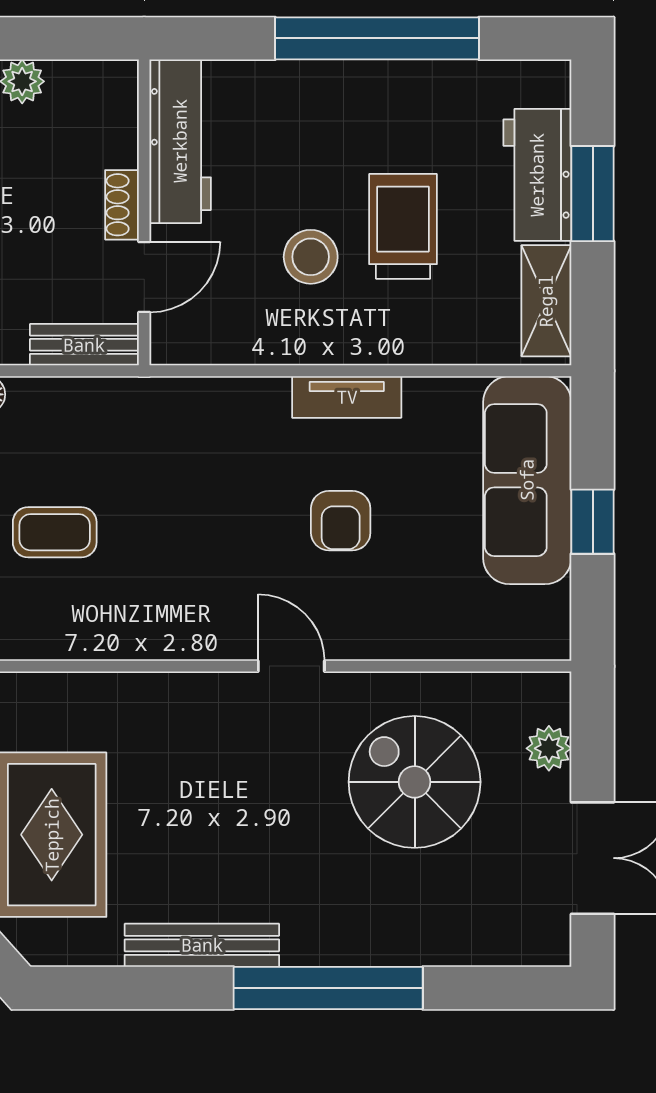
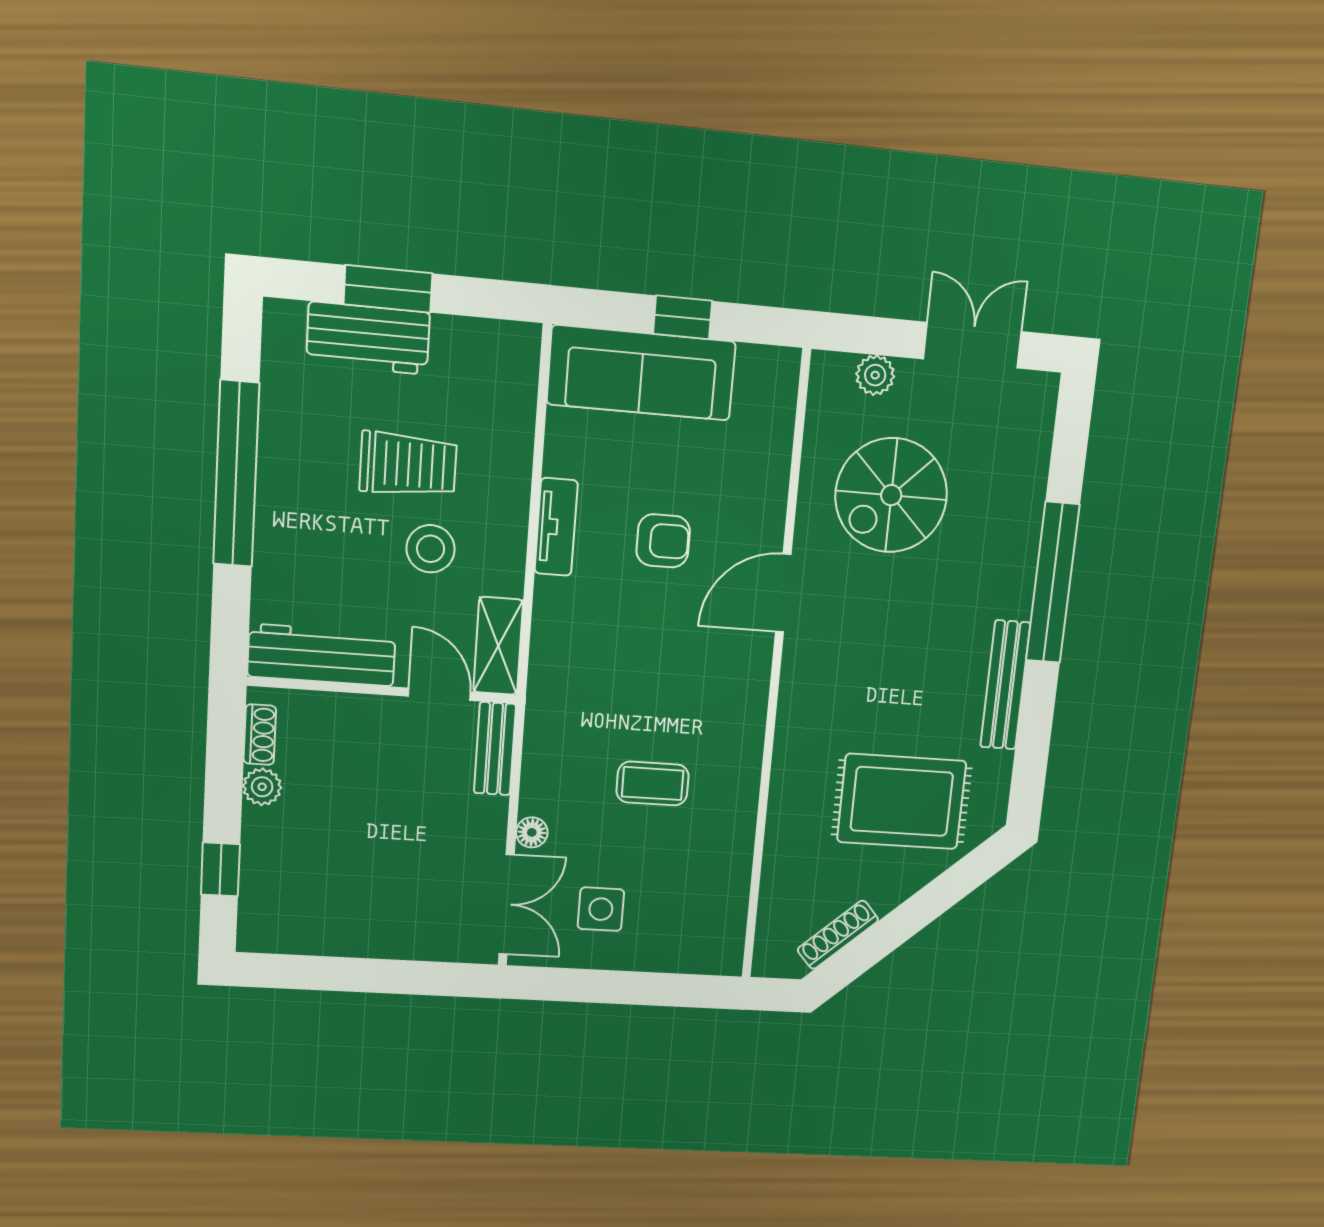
shoe rack: (122, 205) -> (260, 735), moved, turned -90
trolley: (403, 226) -> (408, 465), turned 180
shelving: (546, 301) -> (498, 646), moved, turned 90
coffee table: (55, 532) -> (653, 784), turned 90
door: (291, 666) -> (783, 593), width x1.38

